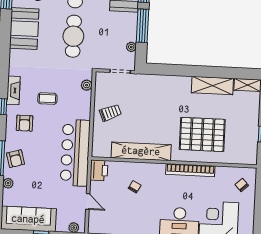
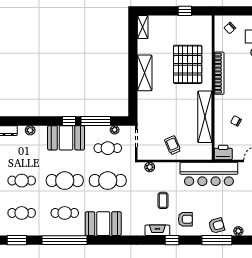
cafe table: (111, 38) -> (108, 148), added
shelving: (212, 86) -> (145, 73), moved

